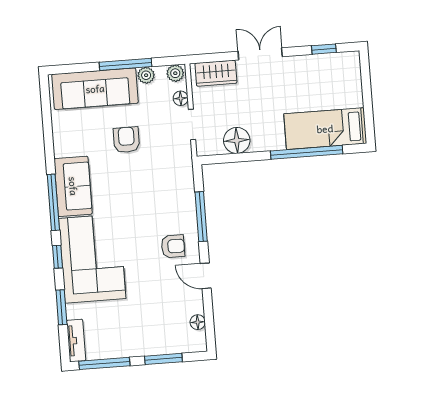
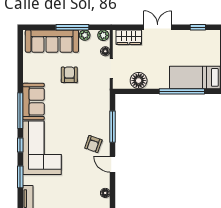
armchair: (173, 246) -> (93, 144), turned 109

